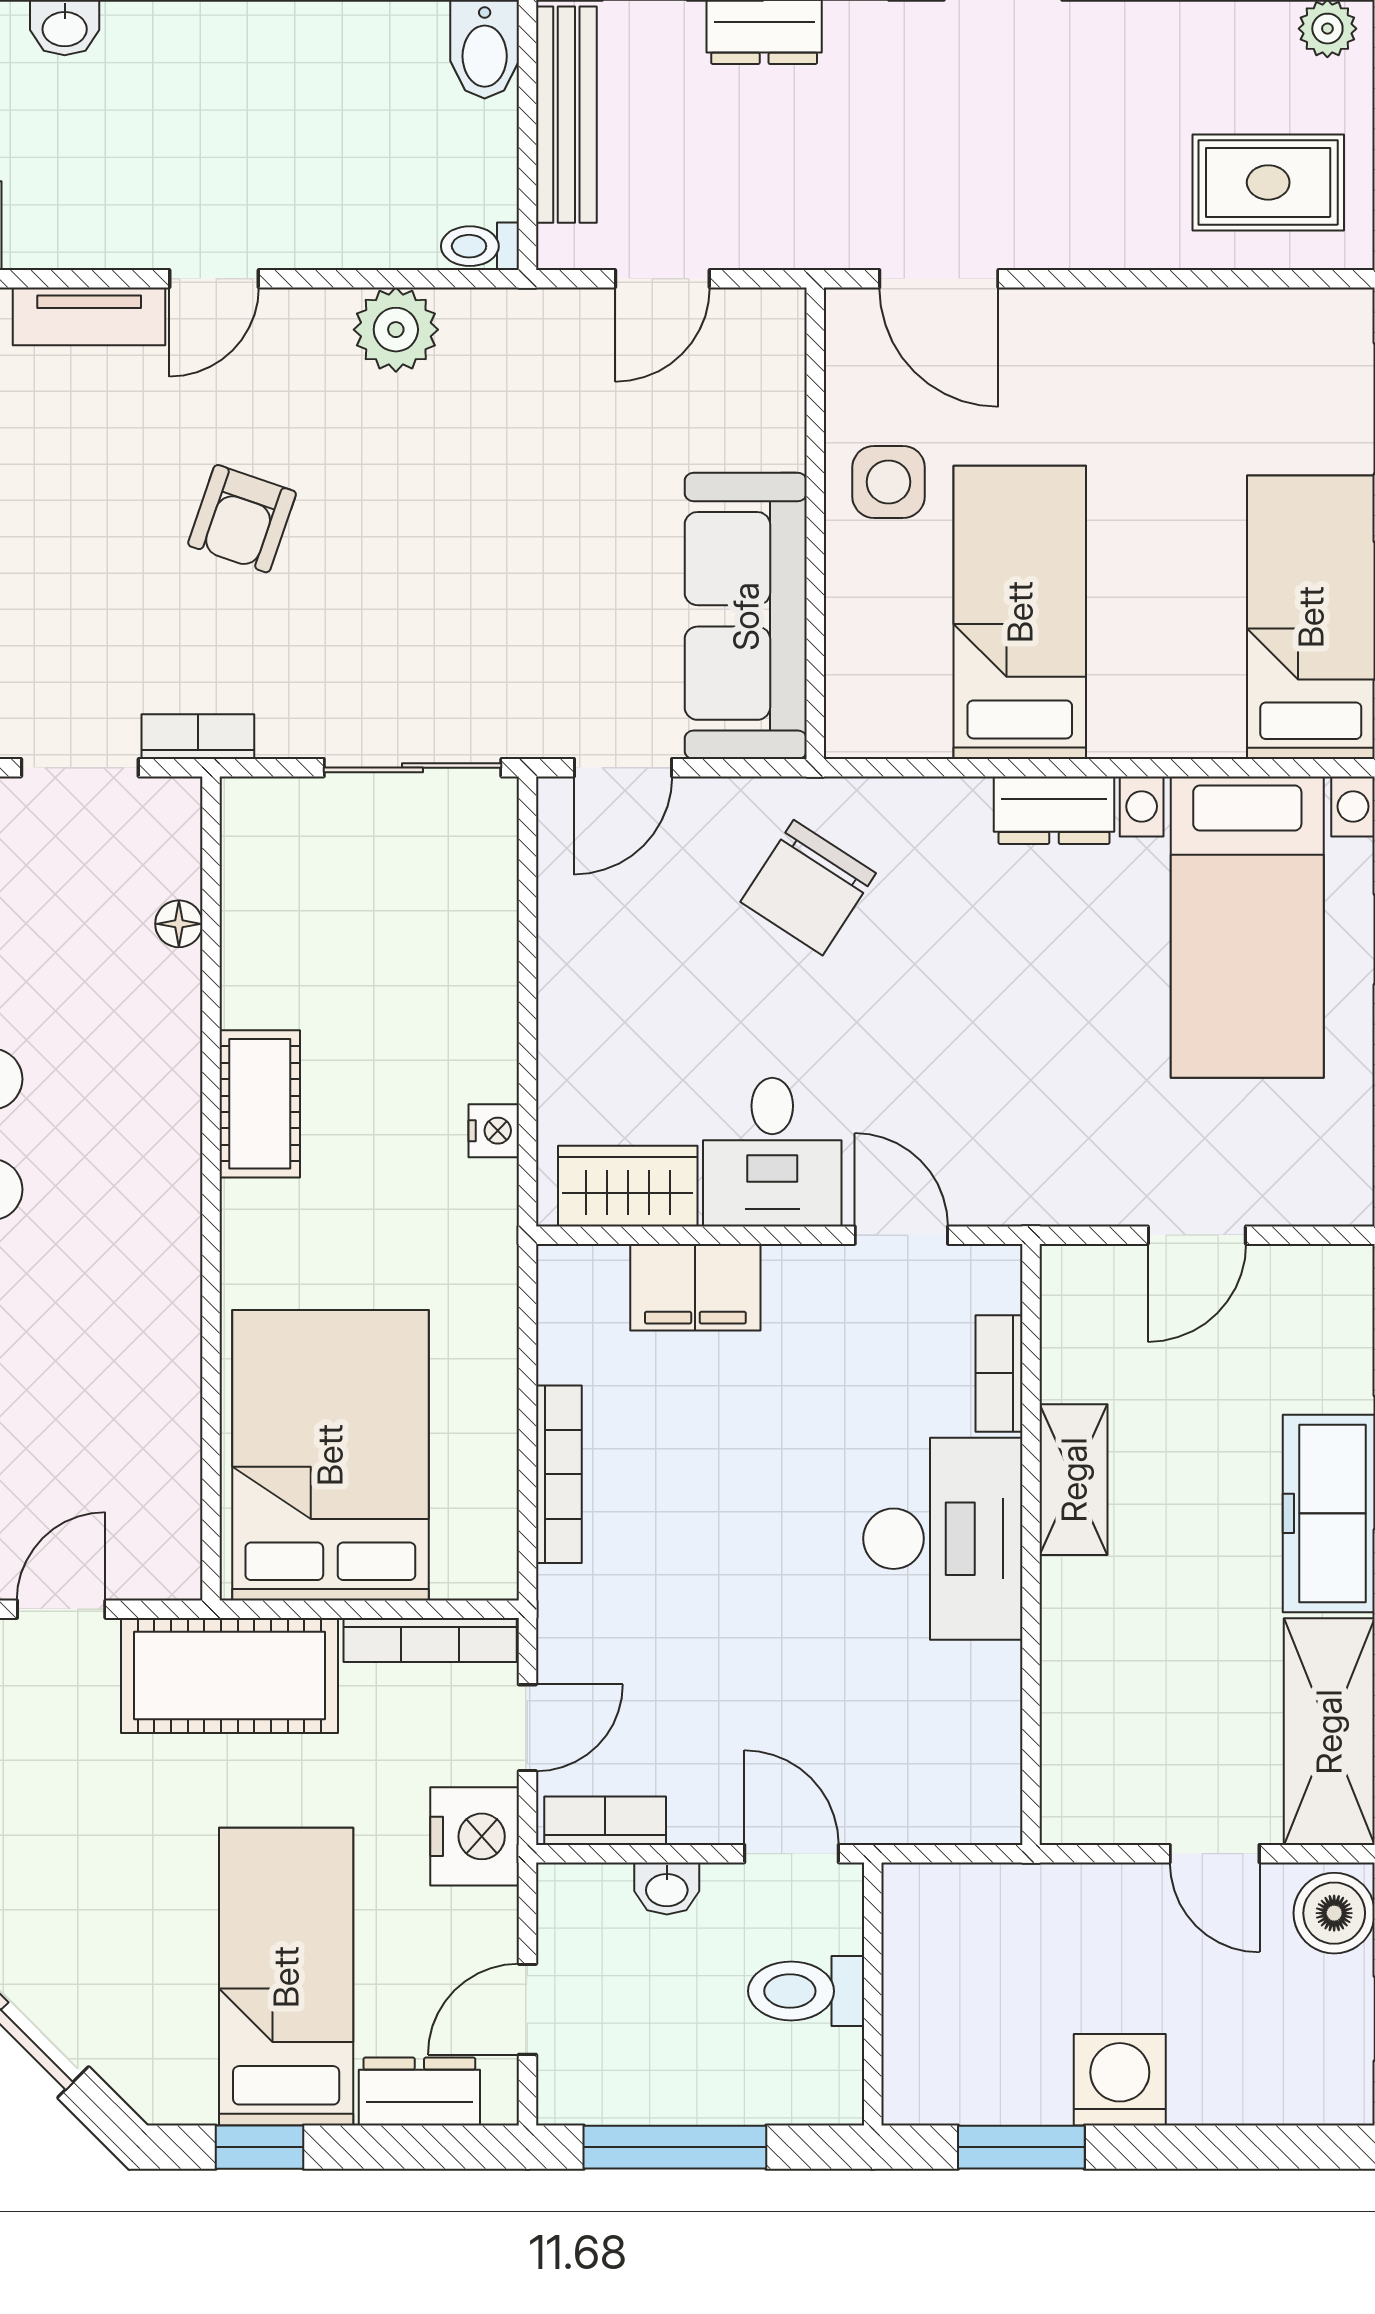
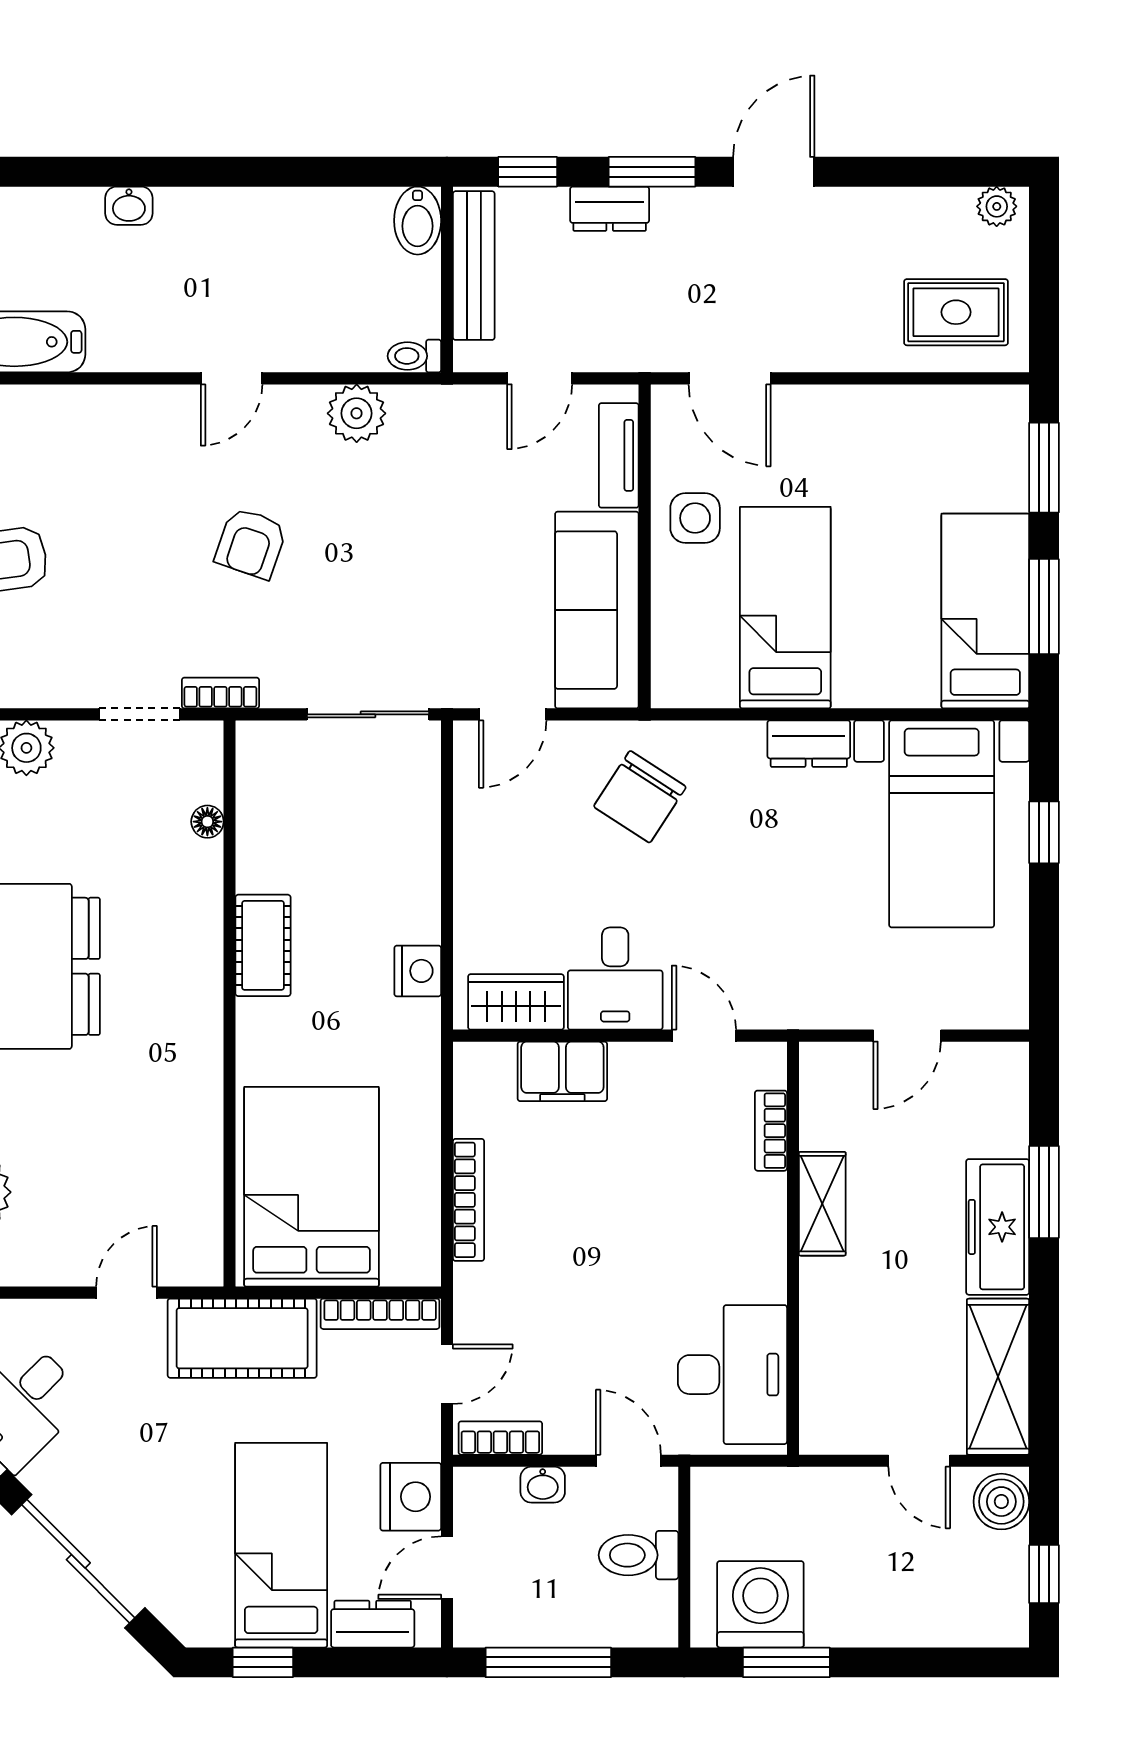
tv unit: (89, 316) -> (619, 455), moved, turned 90
nightstand: (494, 1131) -> (418, 971), width x1.39, depth x1.35
desk: (943, 1539) -> (732, 1375), moved
nightstand: (475, 1836) -> (411, 1497), moved
washing machine: (1120, 2080) -> (760, 1604), moved, width x1.37, depth x1.37

